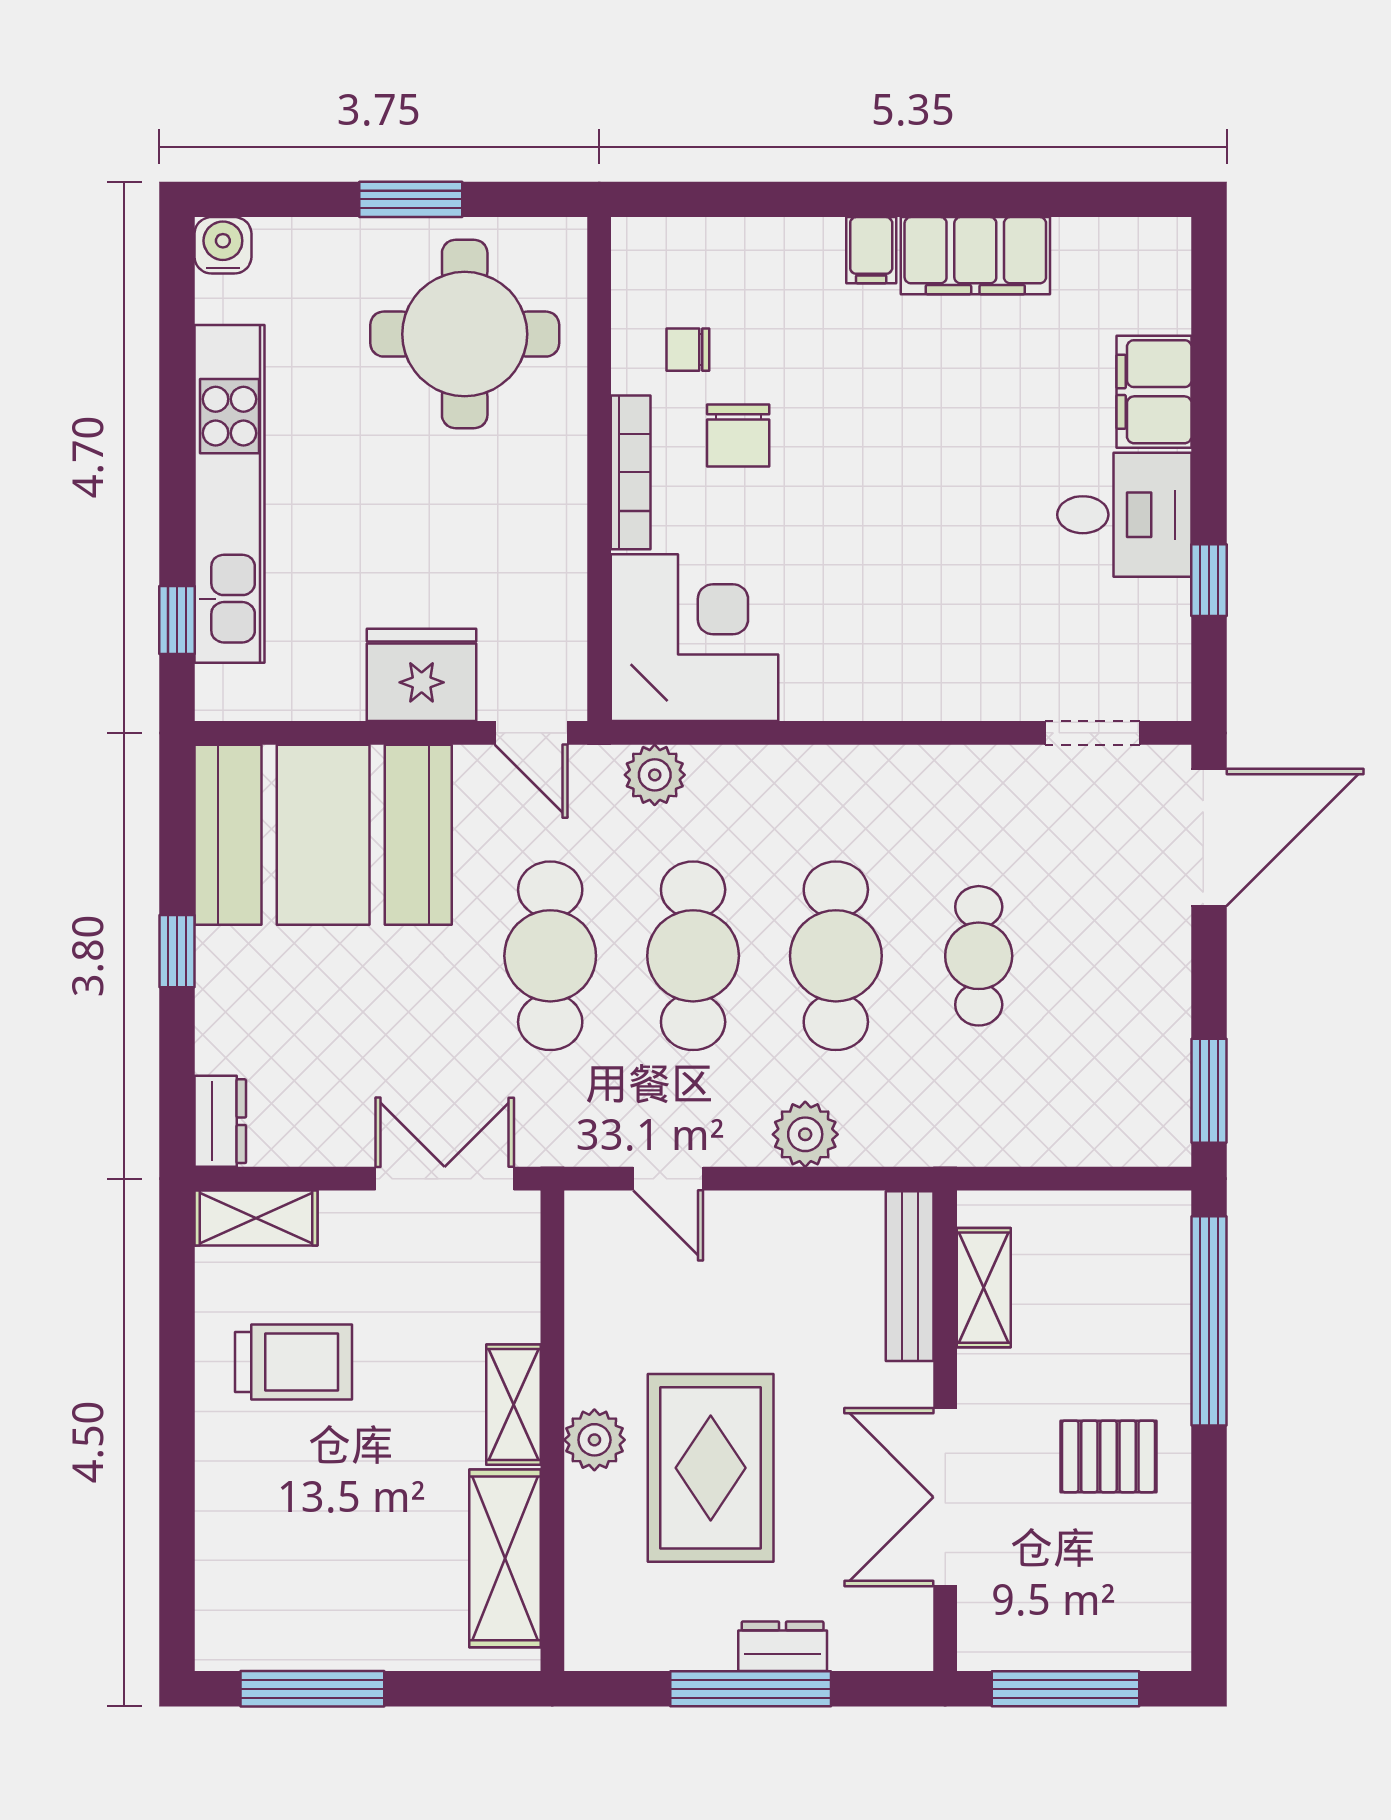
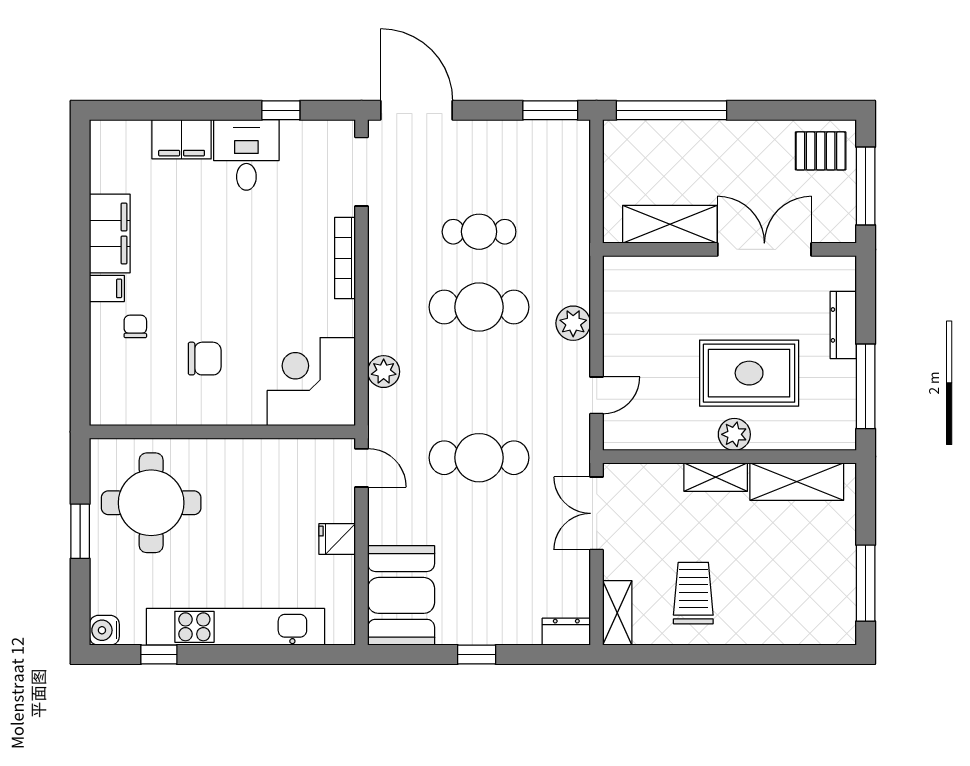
chair: (688, 350) -> (135, 326), moved, turned 180
bookcase: (631, 472) -> (345, 258), moved, turned -90
window: (177, 620) -> (159, 654), moved
fridge: (422, 675) -> (337, 539), width x0.53, depth x0.75
door: (531, 733) -> (362, 468), hinge flipped
doorway: (1093, 733) -> (362, 172), width x1.38
plant: (655, 775) -> (384, 372), moved
booth: (323, 835) -> (401, 595), width x0.73, depth x0.70
cafe table: (693, 956) -> (479, 382), removed
bench: (910, 1276) -> (648, 268), removed
shelving: (984, 1288) -> (670, 224), width x1.50, depth x1.33
pallet: (1108, 1456) -> (821, 151), moved, turned 90
double door: (945, 1497) -> (764, 249), swing flipped
dresser: (783, 1646) -> (843, 325), width x1.44
window: (751, 1689) -> (866, 386), moved

